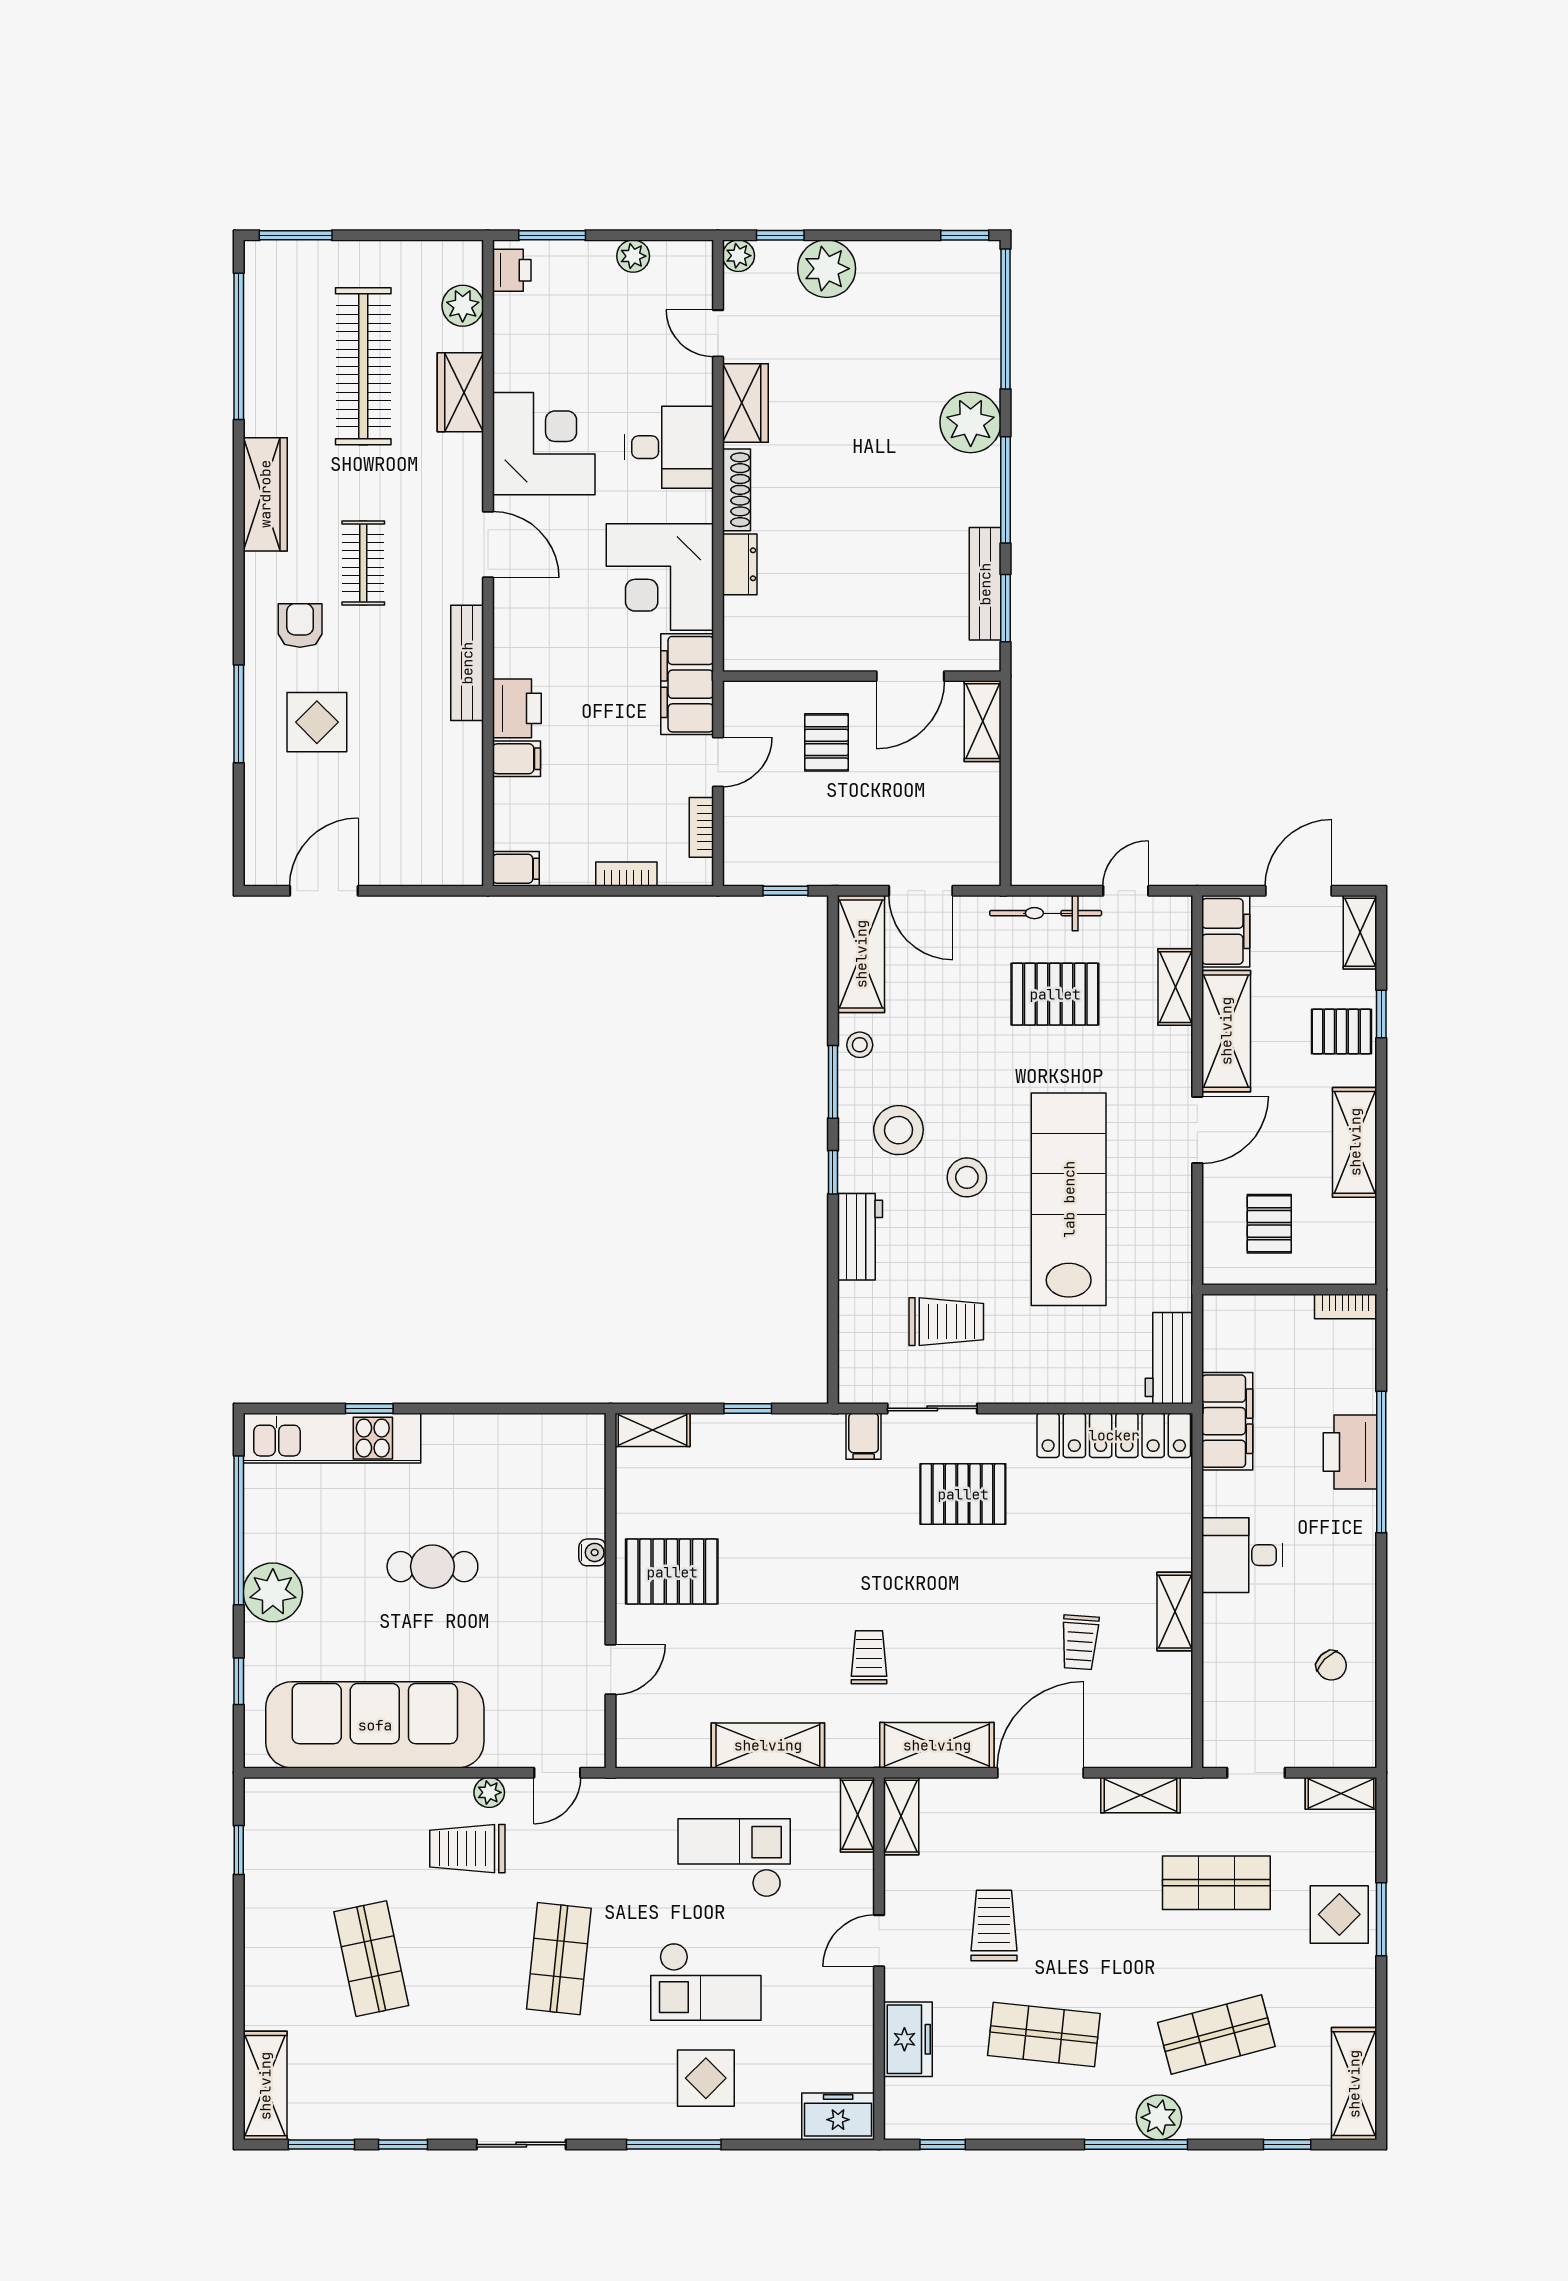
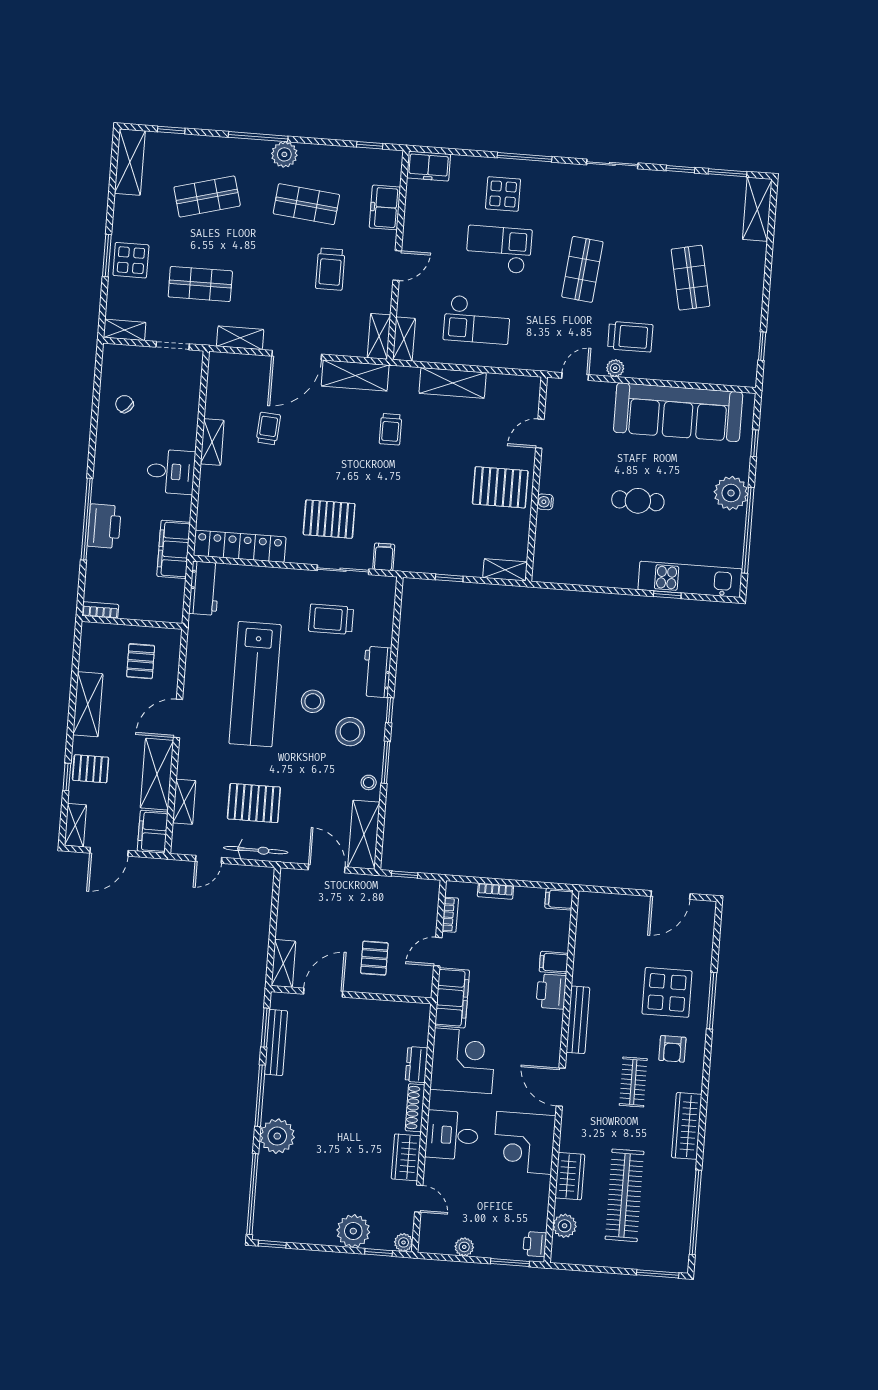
display table: (317, 722) -> (667, 992), width x1.36, depth x1.36
plant: (1159, 2117) -> (284, 154), moved

